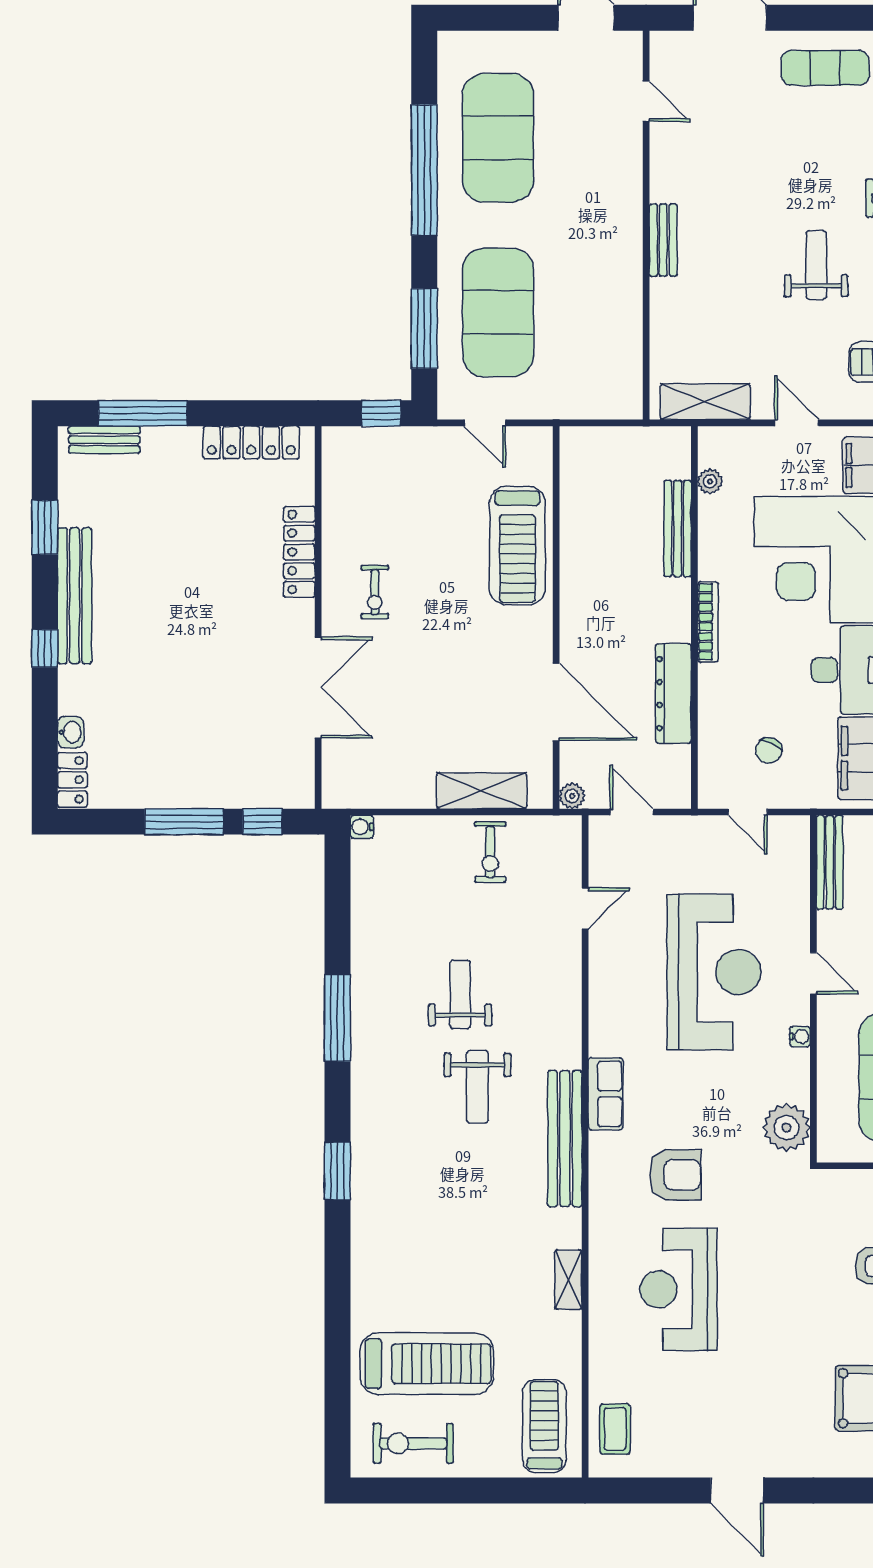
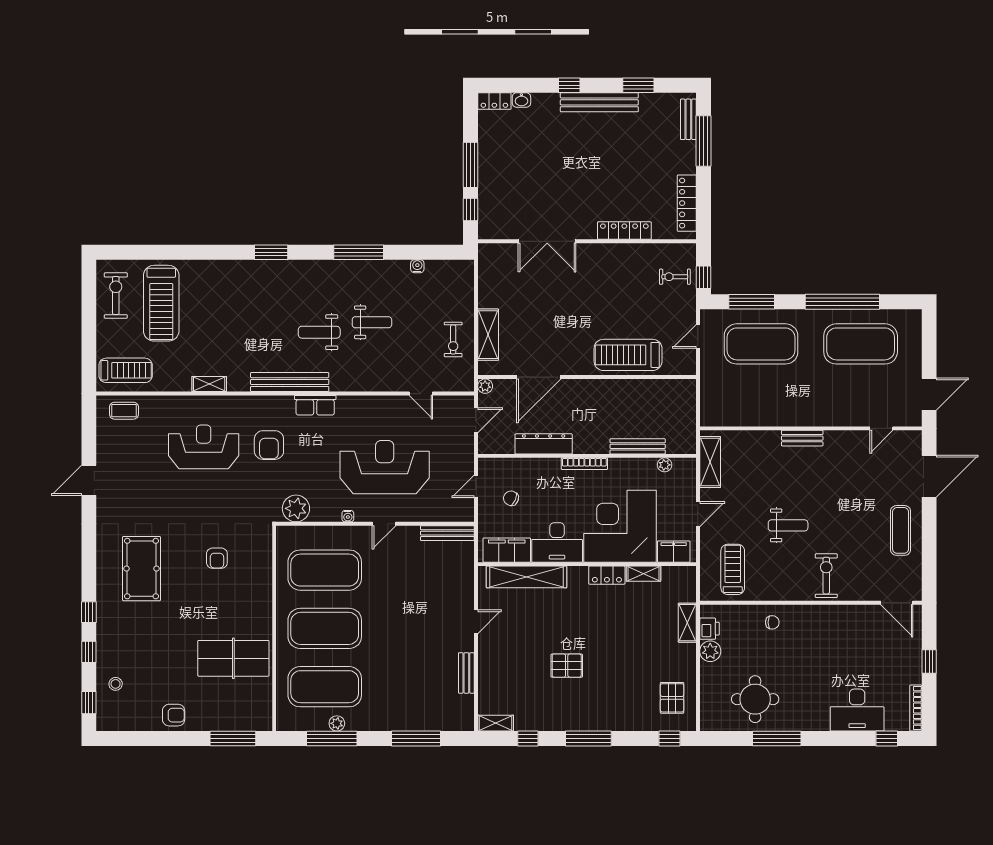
exercise bike: (375, 592) -> (675, 277), moved
water cooler: (362, 827) -> (417, 266), moved
exercise bike: (490, 852) -> (453, 339), turned -90
reception desk: (714, 972) -> (385, 467), turned 180

